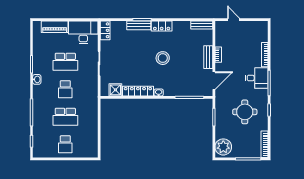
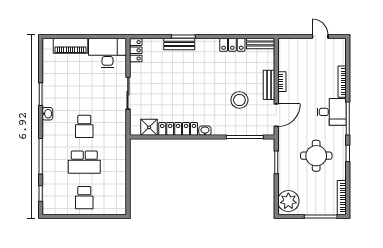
door: (234, 20) -> (320, 36), moved
locker: (162, 26) -> (232, 45), moved
stool: (163, 58) -> (239, 100), moved
school desk: (65, 62) -> (84, 91), removed

